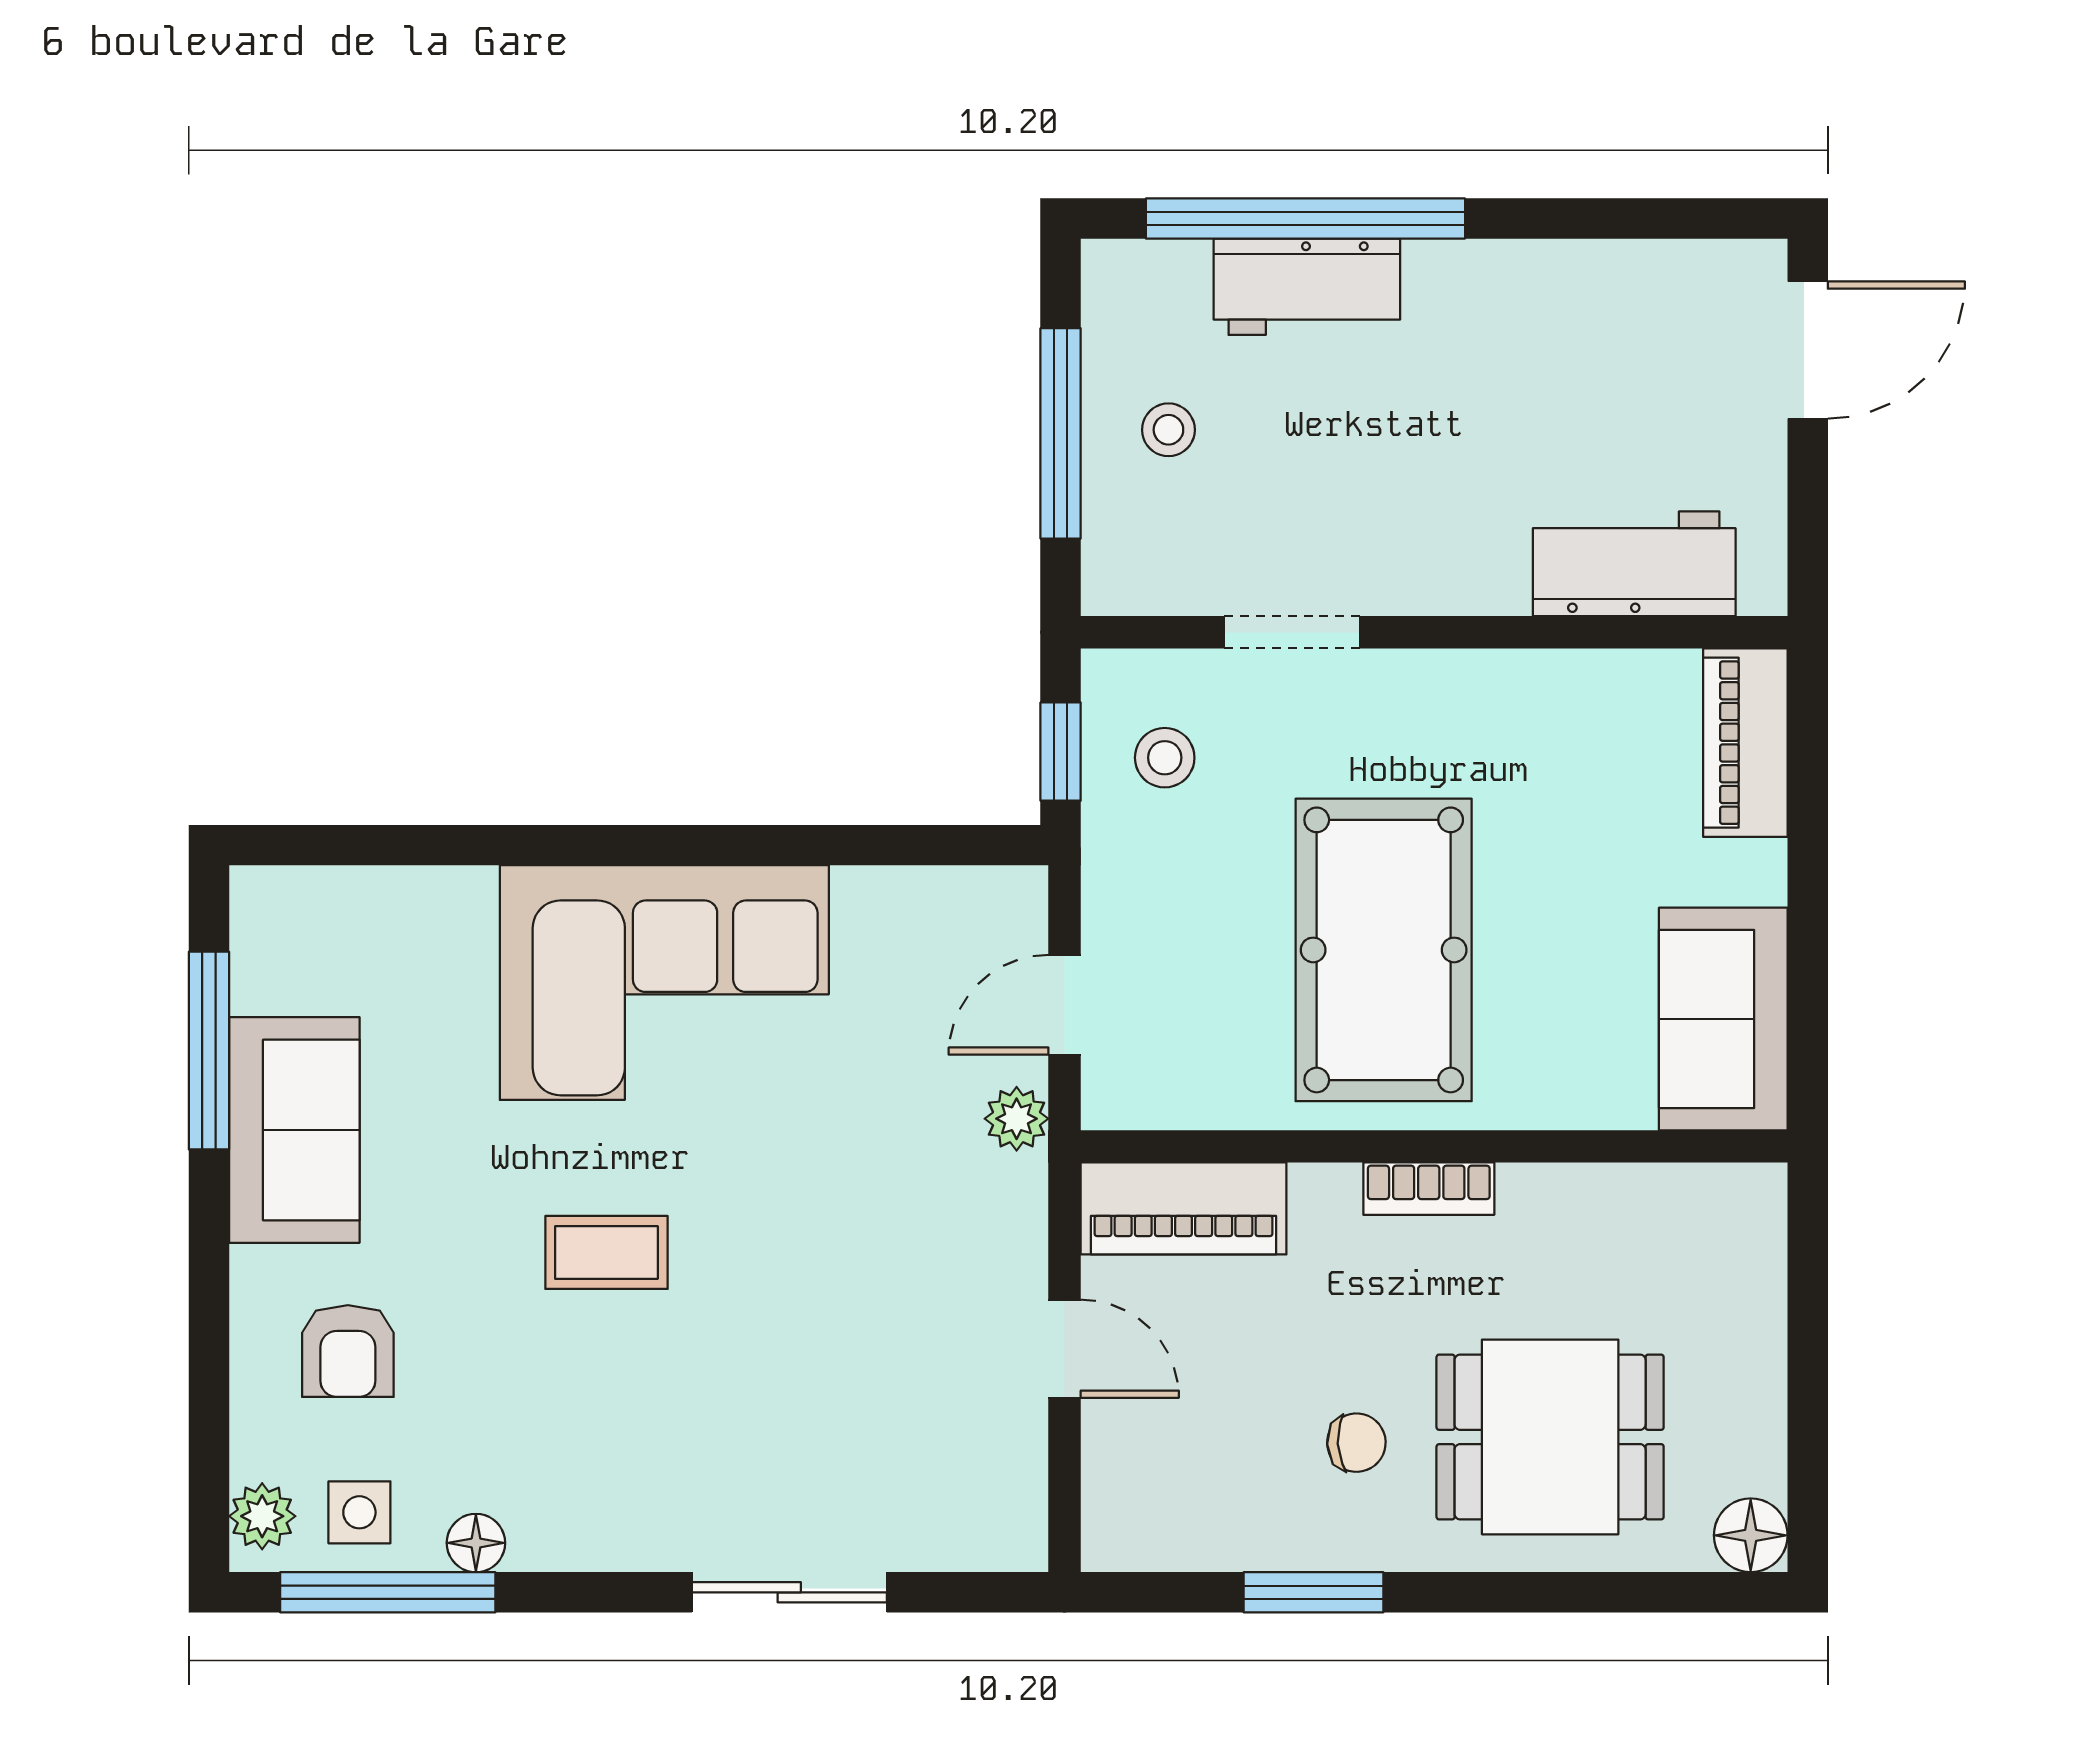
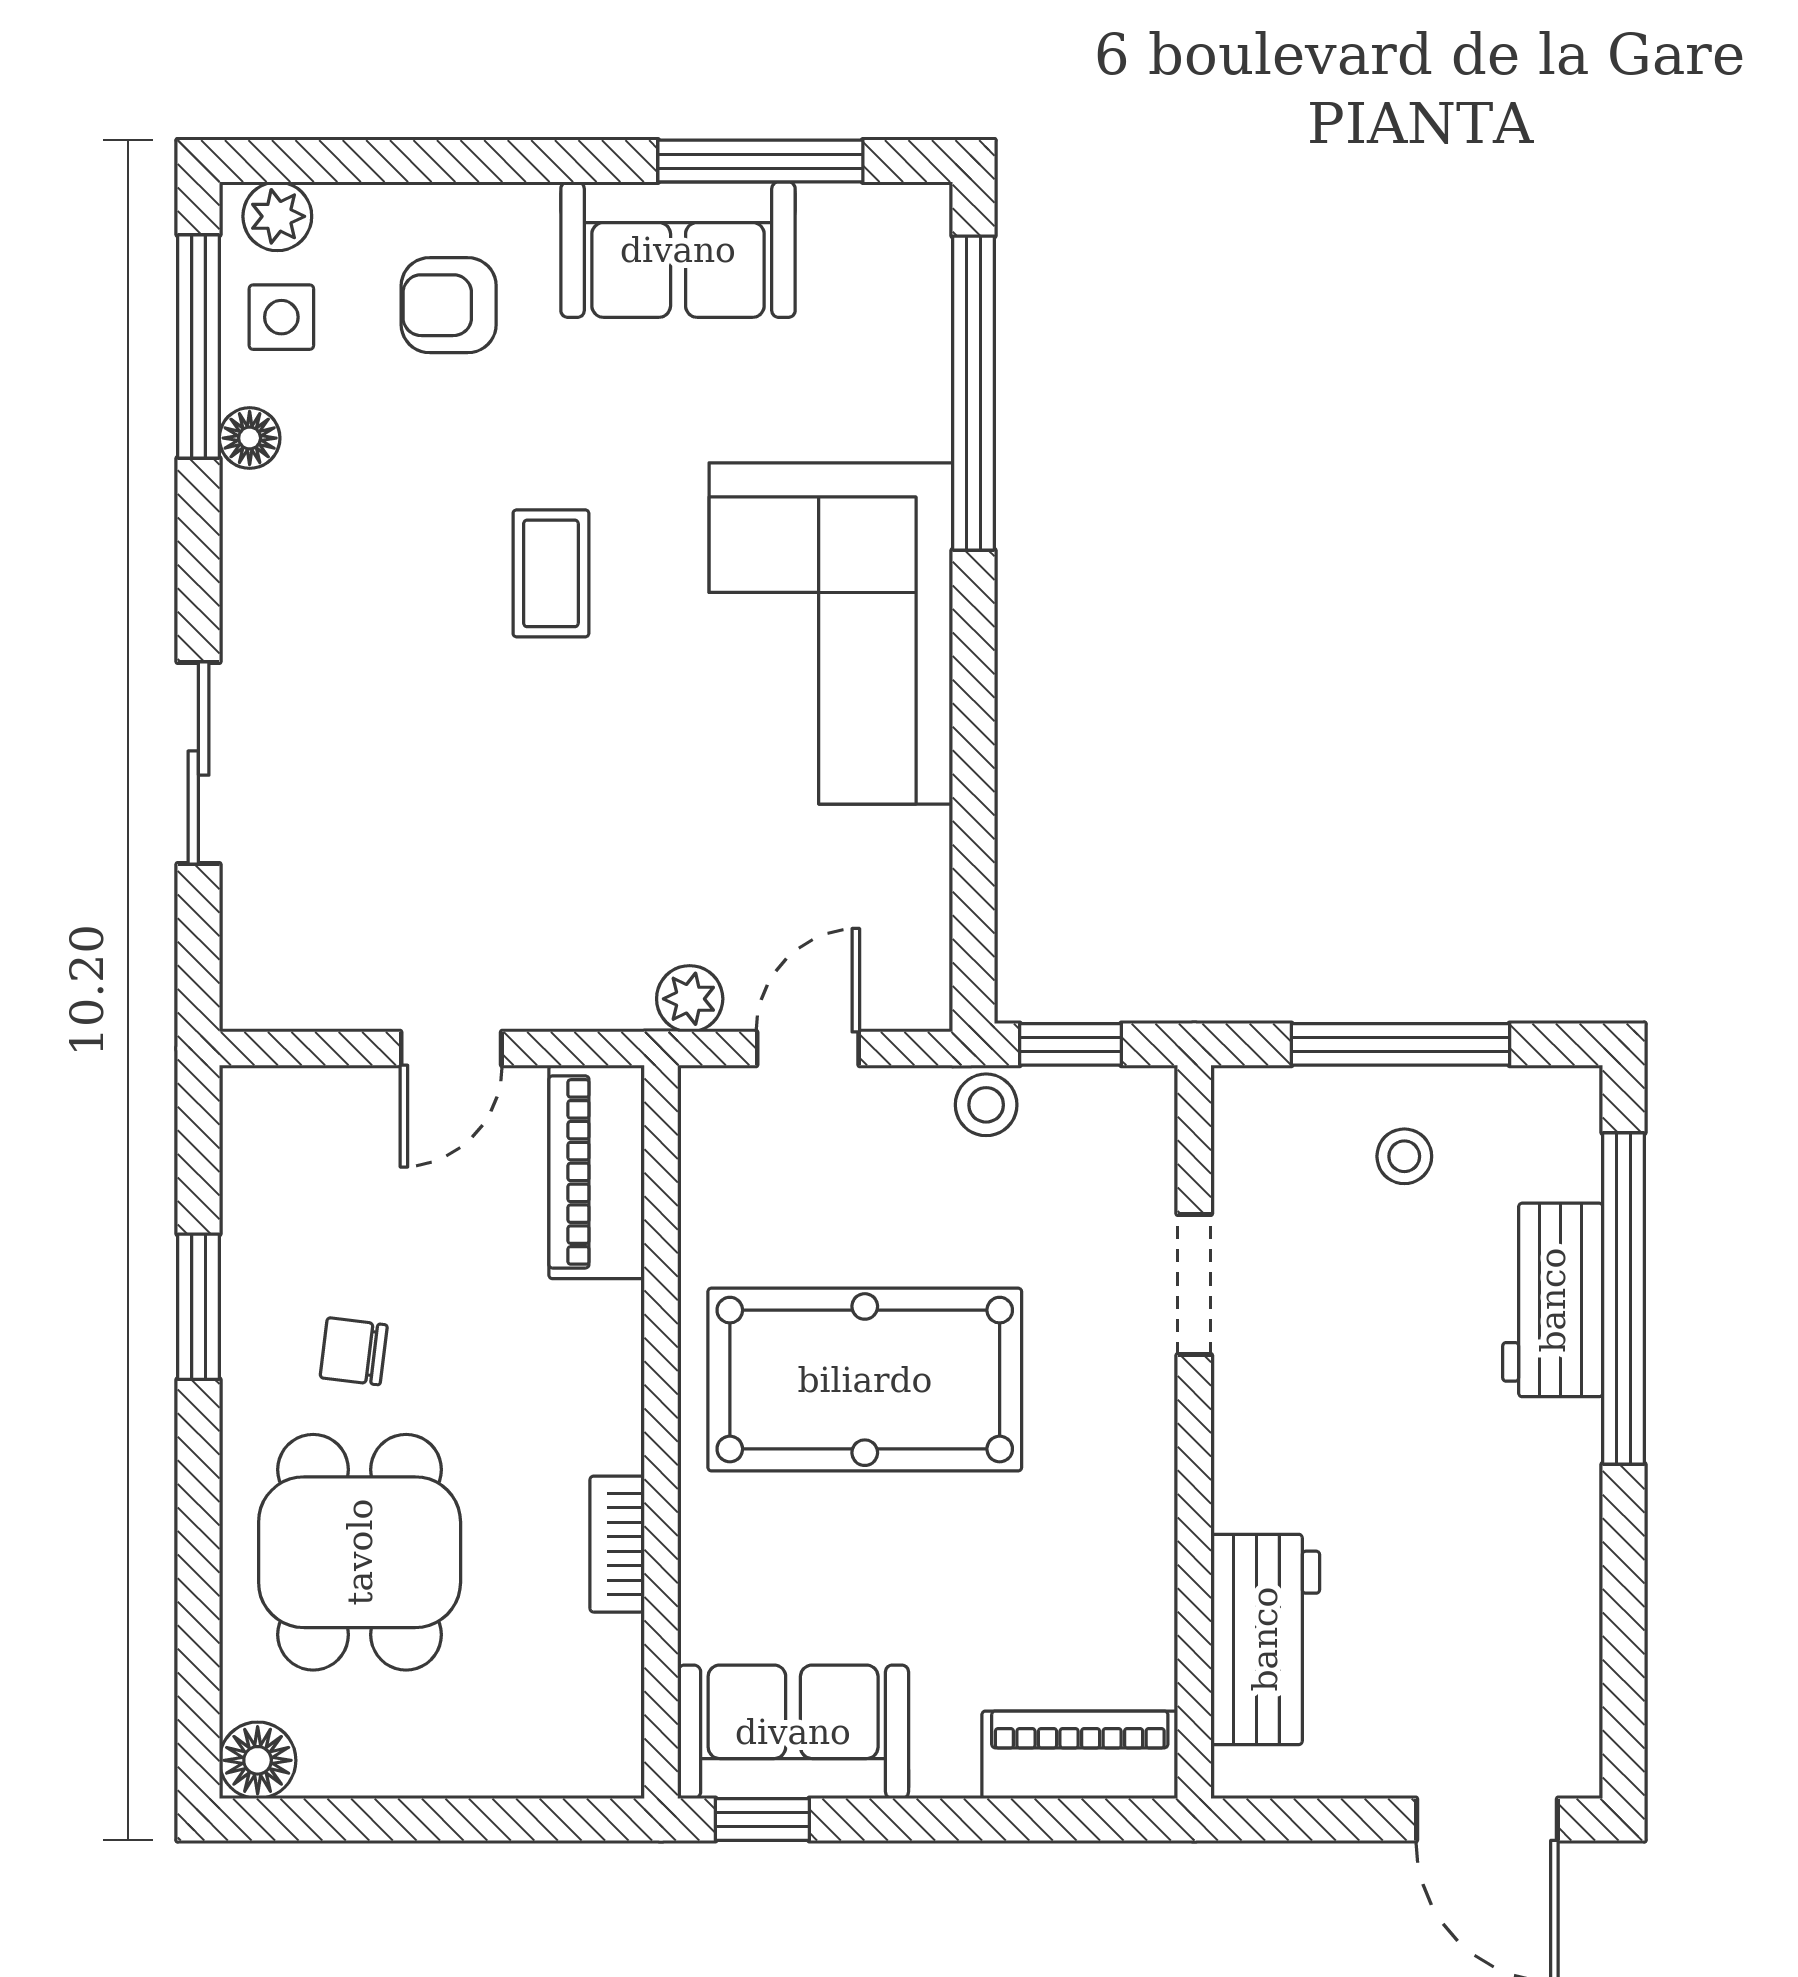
stool: (1165, 758) -> (986, 1105), moved
window: (433, 845) -> (973, 393), added
door: (1065, 1005) -> (808, 1049), hinge flipped
window: (1808, 1049) -> (762, 1819), added
bookcase: (1429, 1189) -> (617, 1544), moved
chair: (1356, 1443) -> (354, 1351), turned 100

